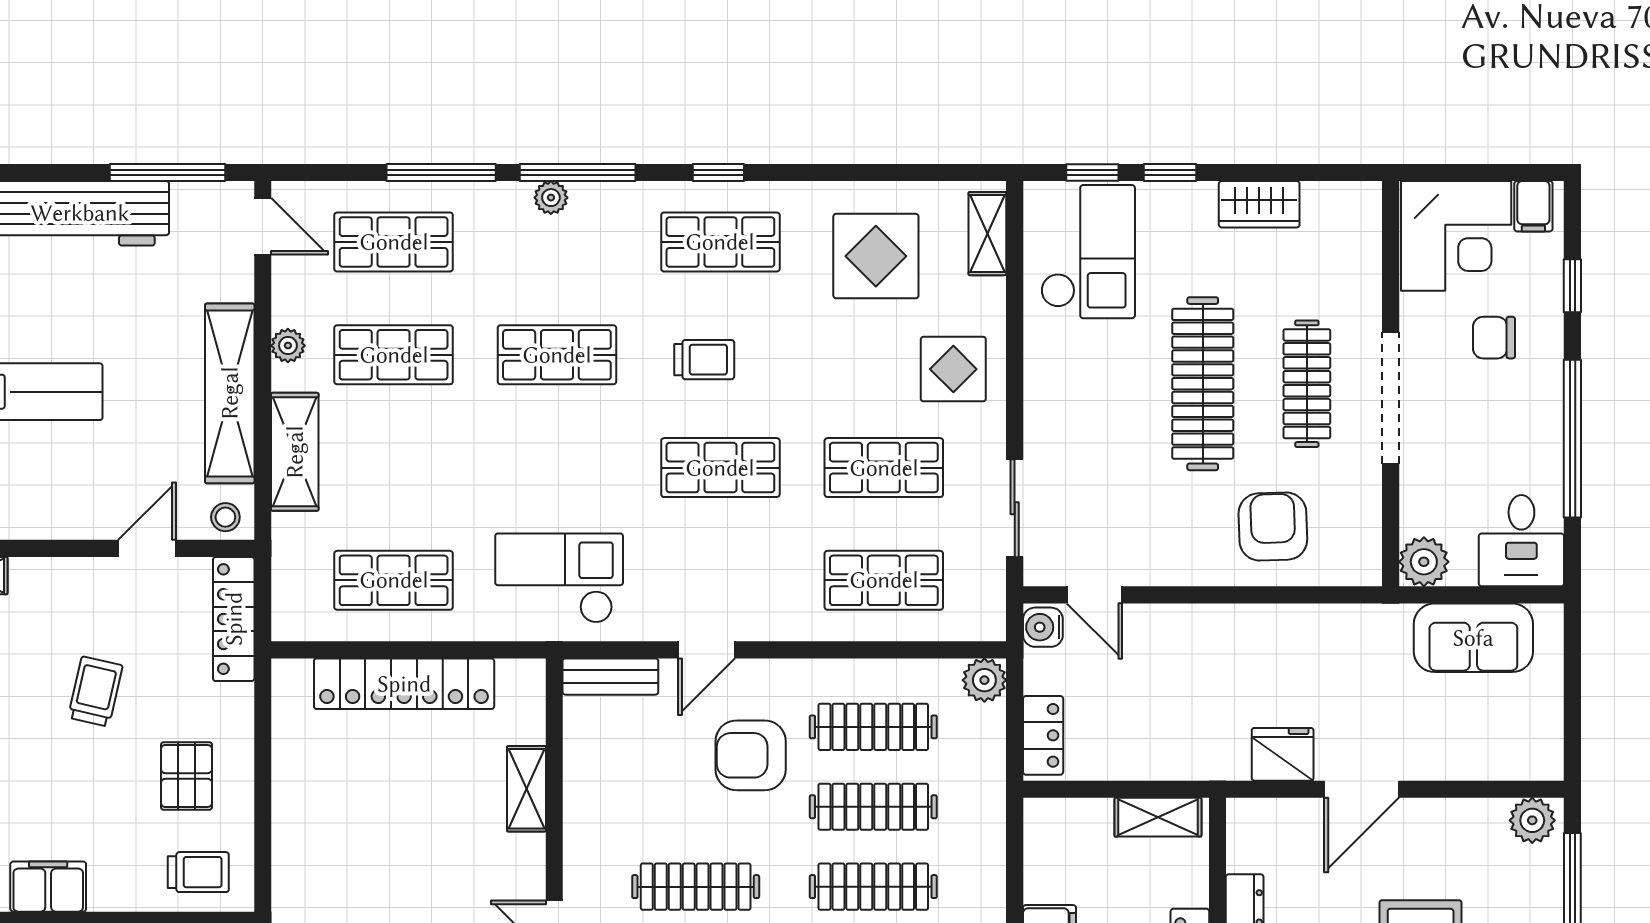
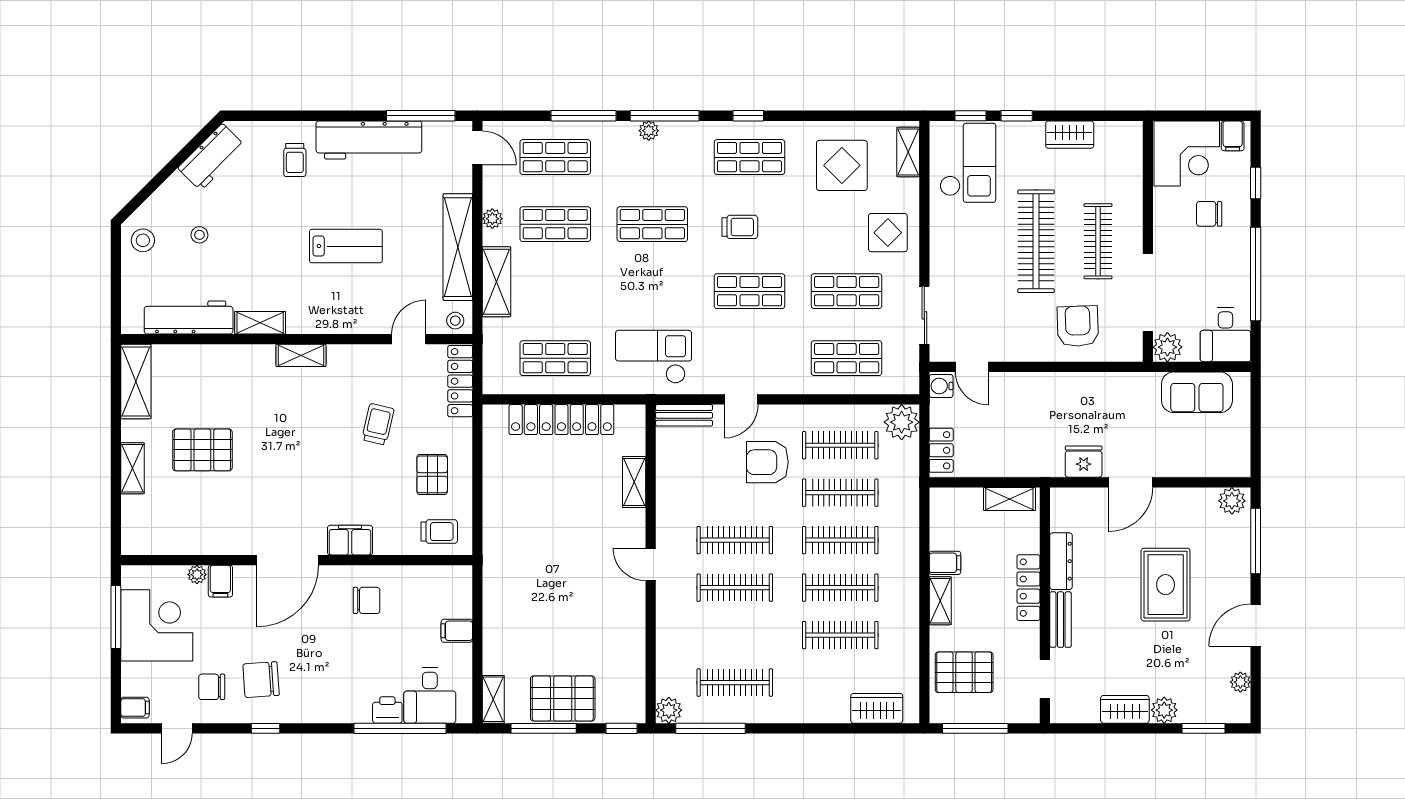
doorway: (1391, 398) -> (1148, 292), moved
plant: (984, 680) -> (902, 422), width x1.36, depth x1.36

